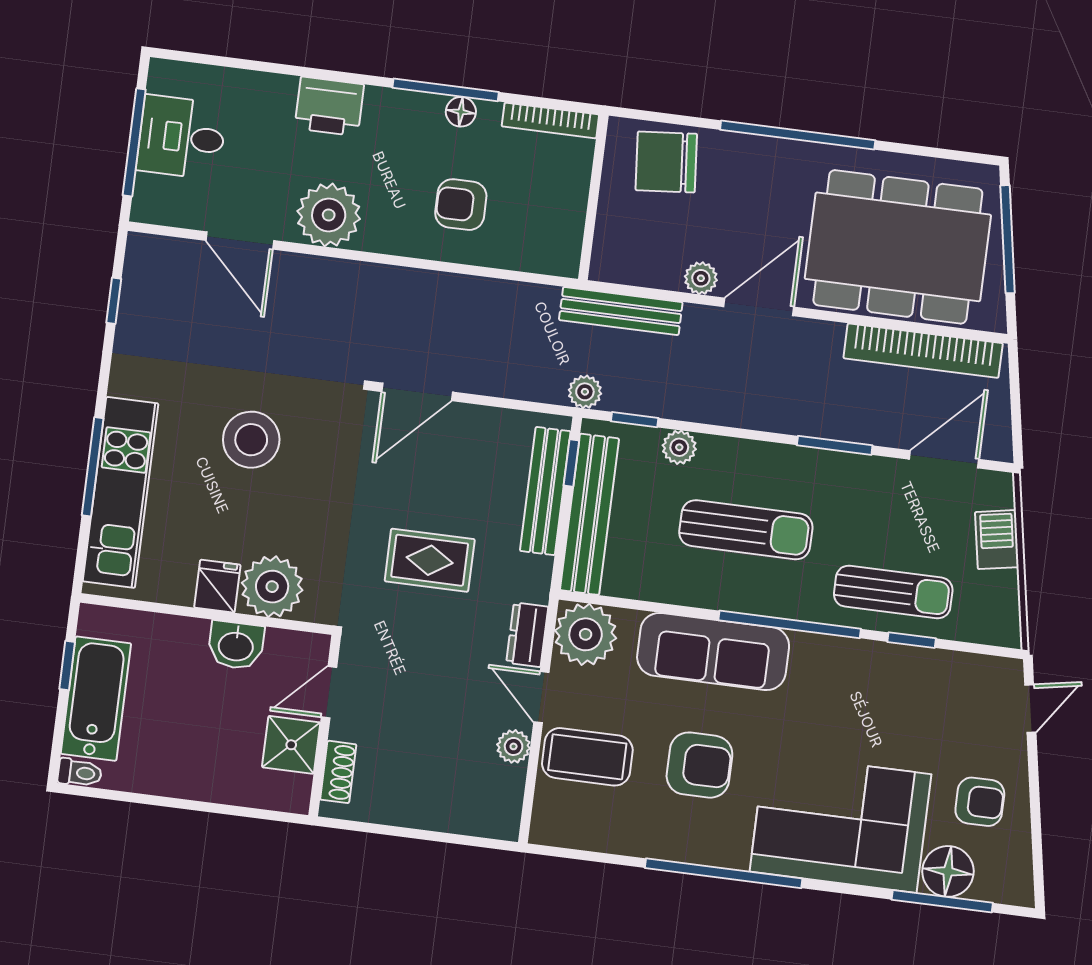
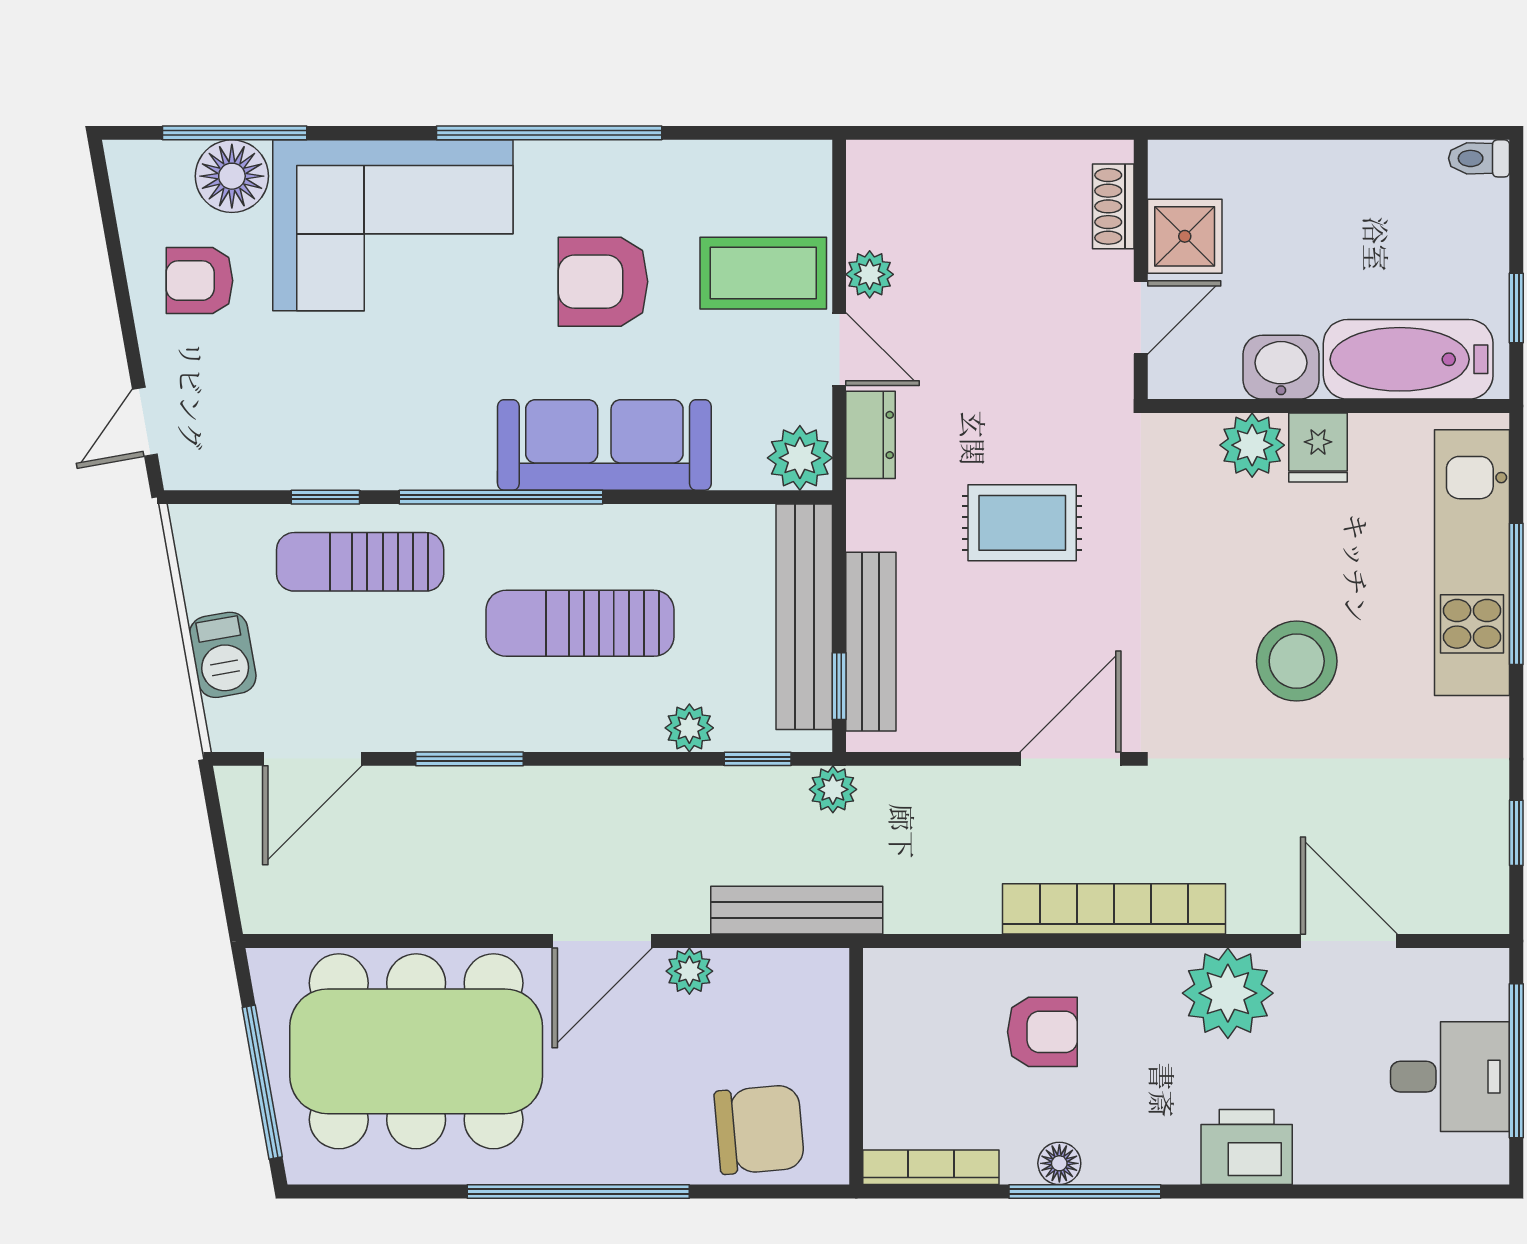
bookcase: (923, 351) -> (1114, 909), moved
plant: (272, 587) -> (1252, 445), width x0.73, depth x0.73
plant: (586, 634) -> (800, 458), width x0.73, depth x0.73
bathtub: (96, 699) -> (1408, 359), moved, turned 90

